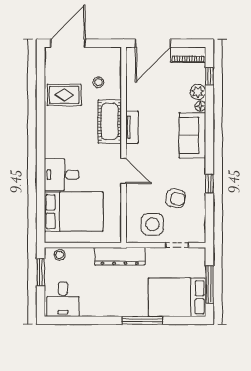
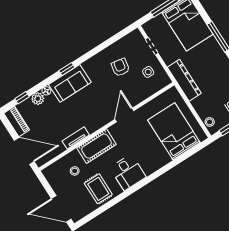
tv unit: (132, 127) -> (76, 138), moved
desk: (62, 175) -> (128, 172), moved
window: (209, 184) -> (67, 69), moved
side table: (152, 224) -> (148, 72), width x0.54, depth x0.54

